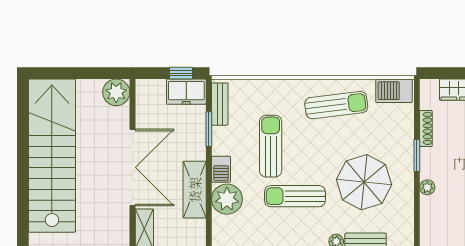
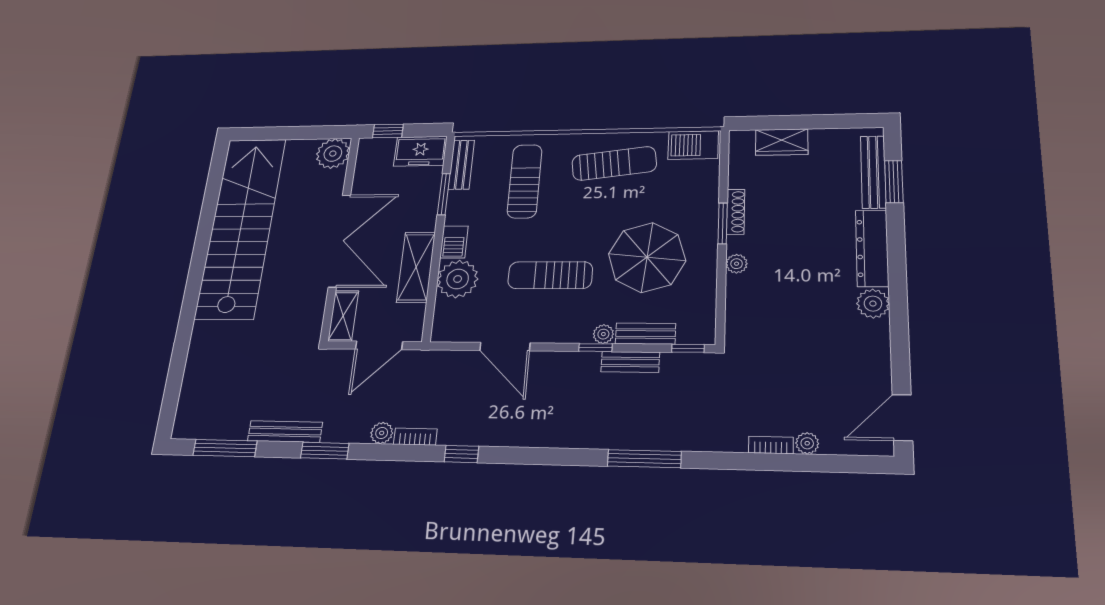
window: (181, 73) -> (388, 131), moved
shoe rack: (426, 128) -> (736, 212), moved
sun lounger: (271, 146) -> (525, 181), moved

